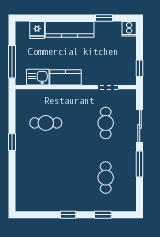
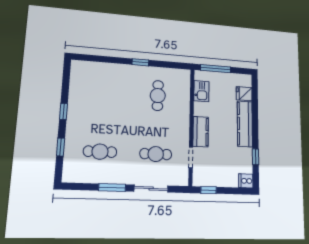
kitchen counter: (65, 77) -> (201, 132), moved

